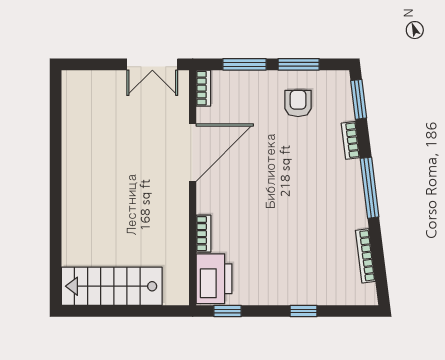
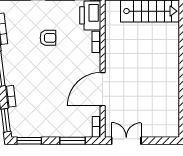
window: (299, 64) -> (29, 141), moved
armchair: (298, 103) -> (48, 38), moved, turned -90

